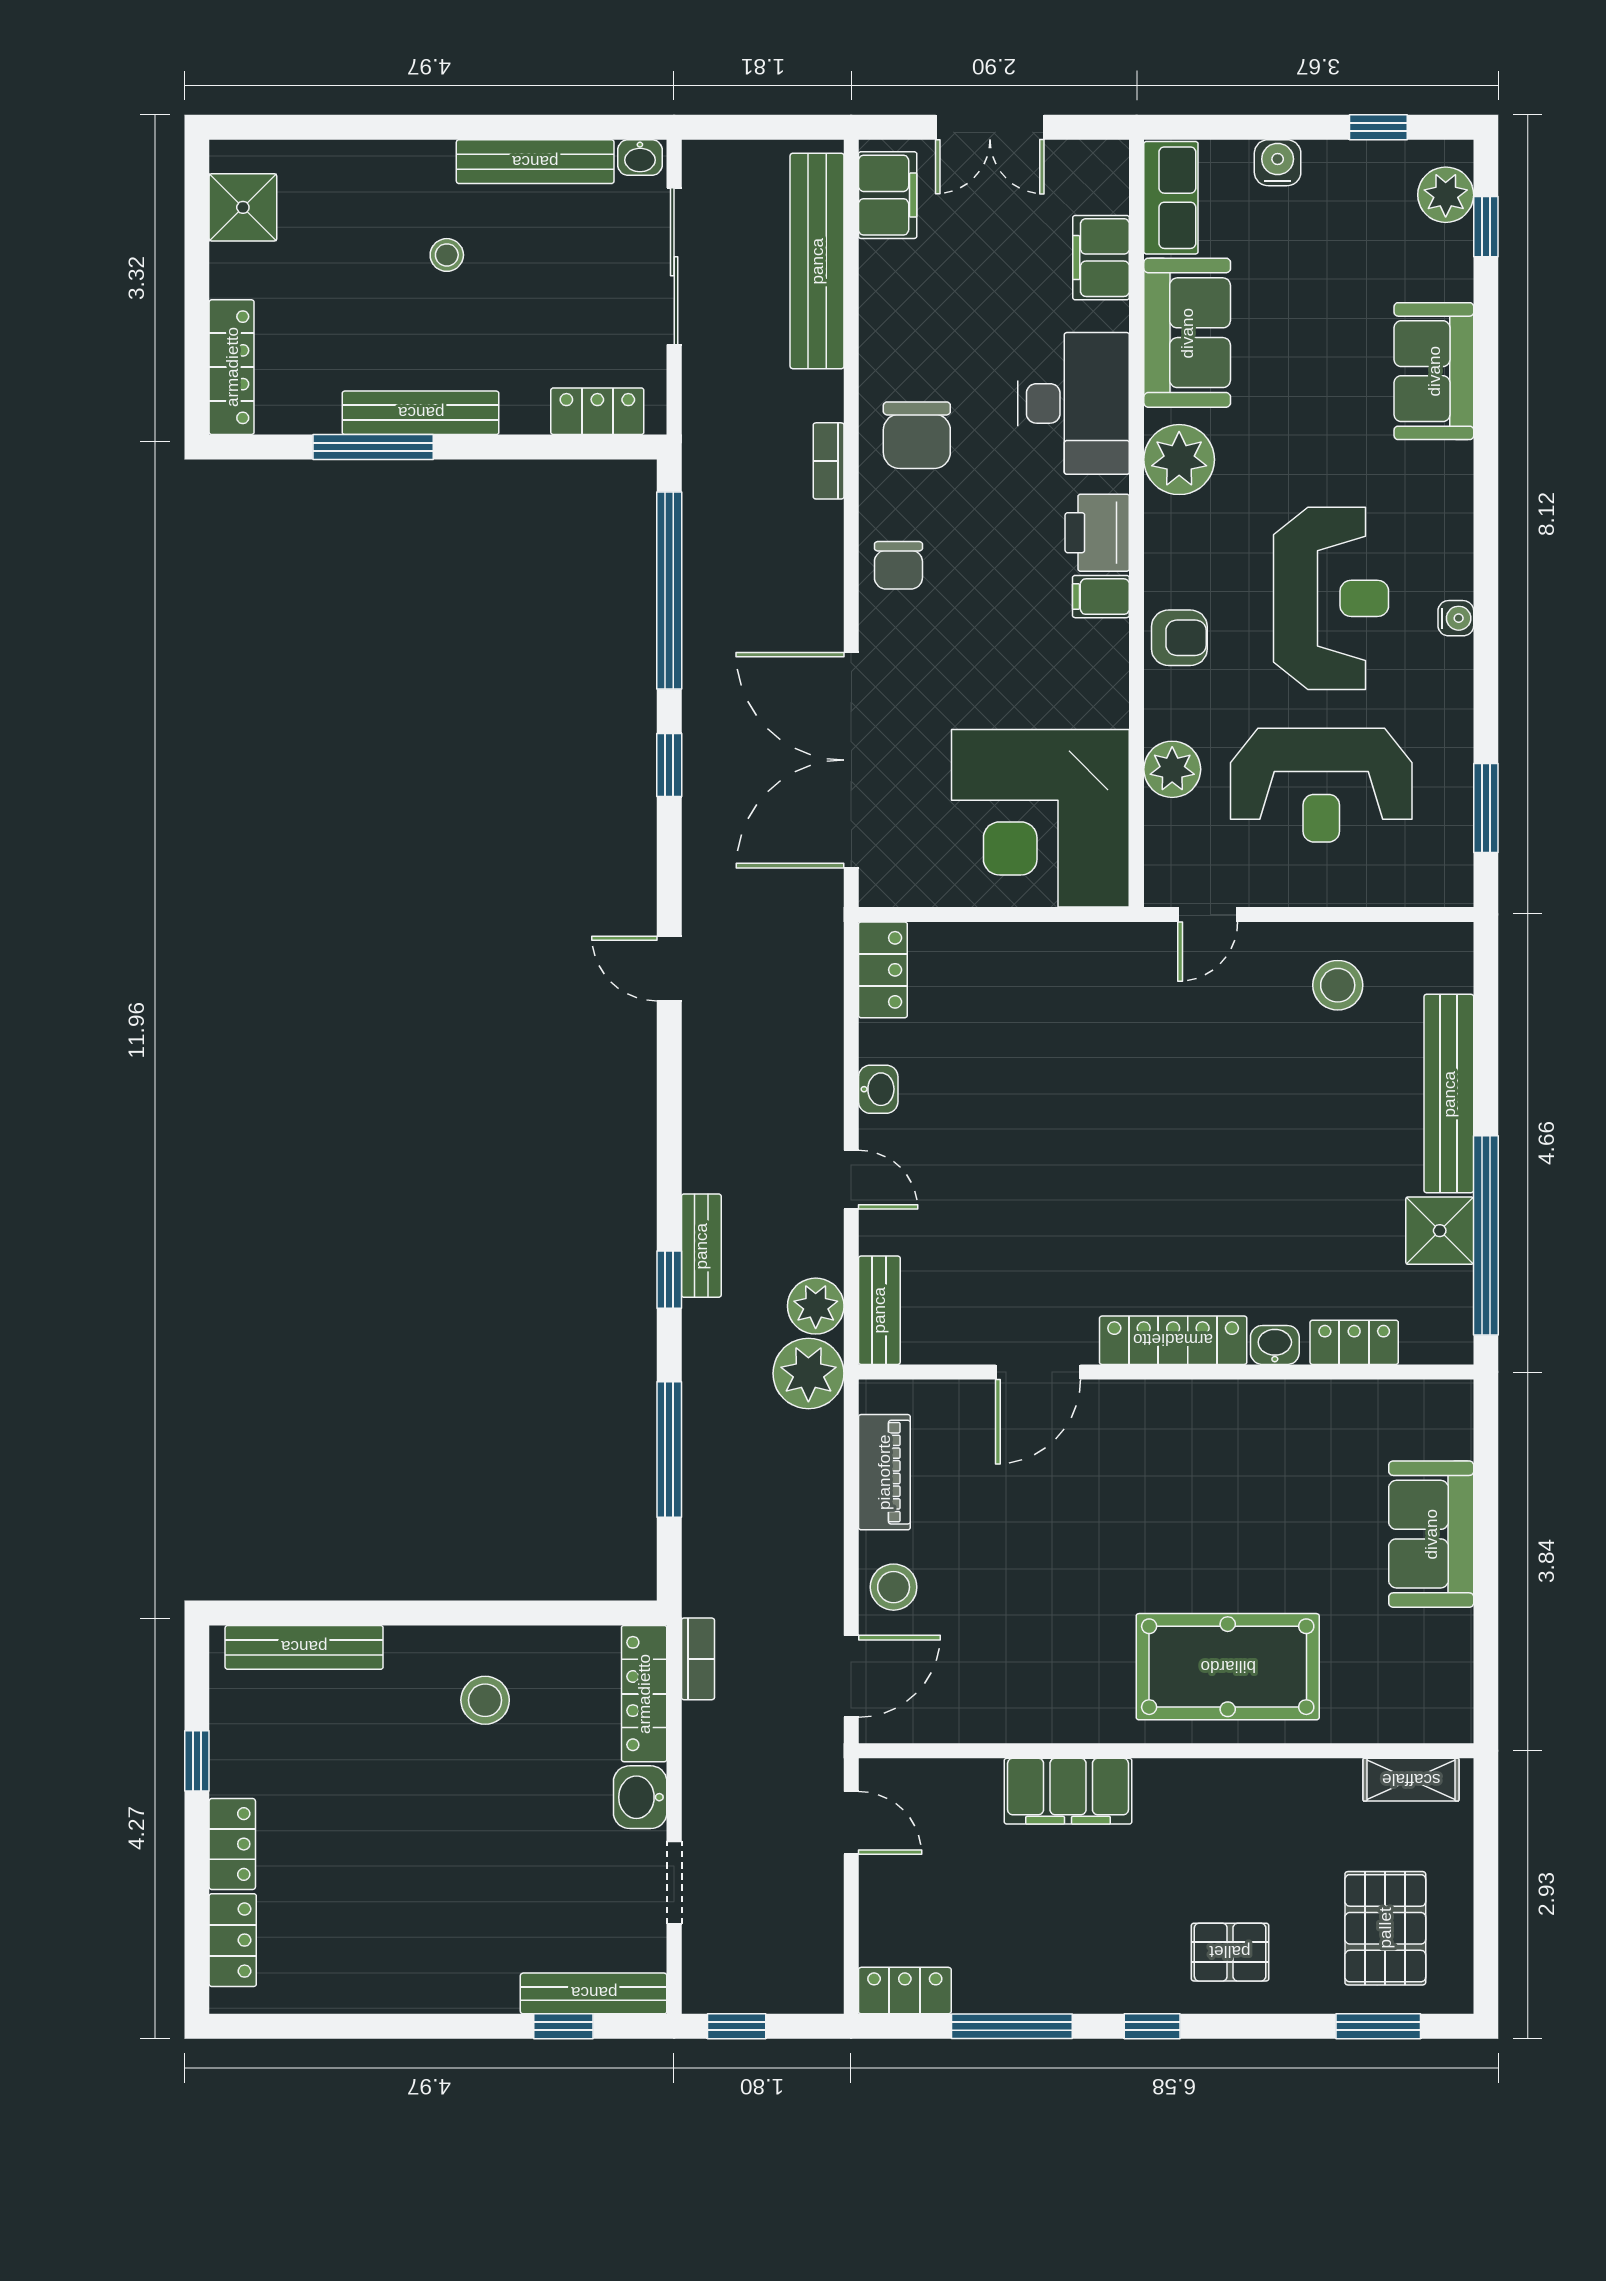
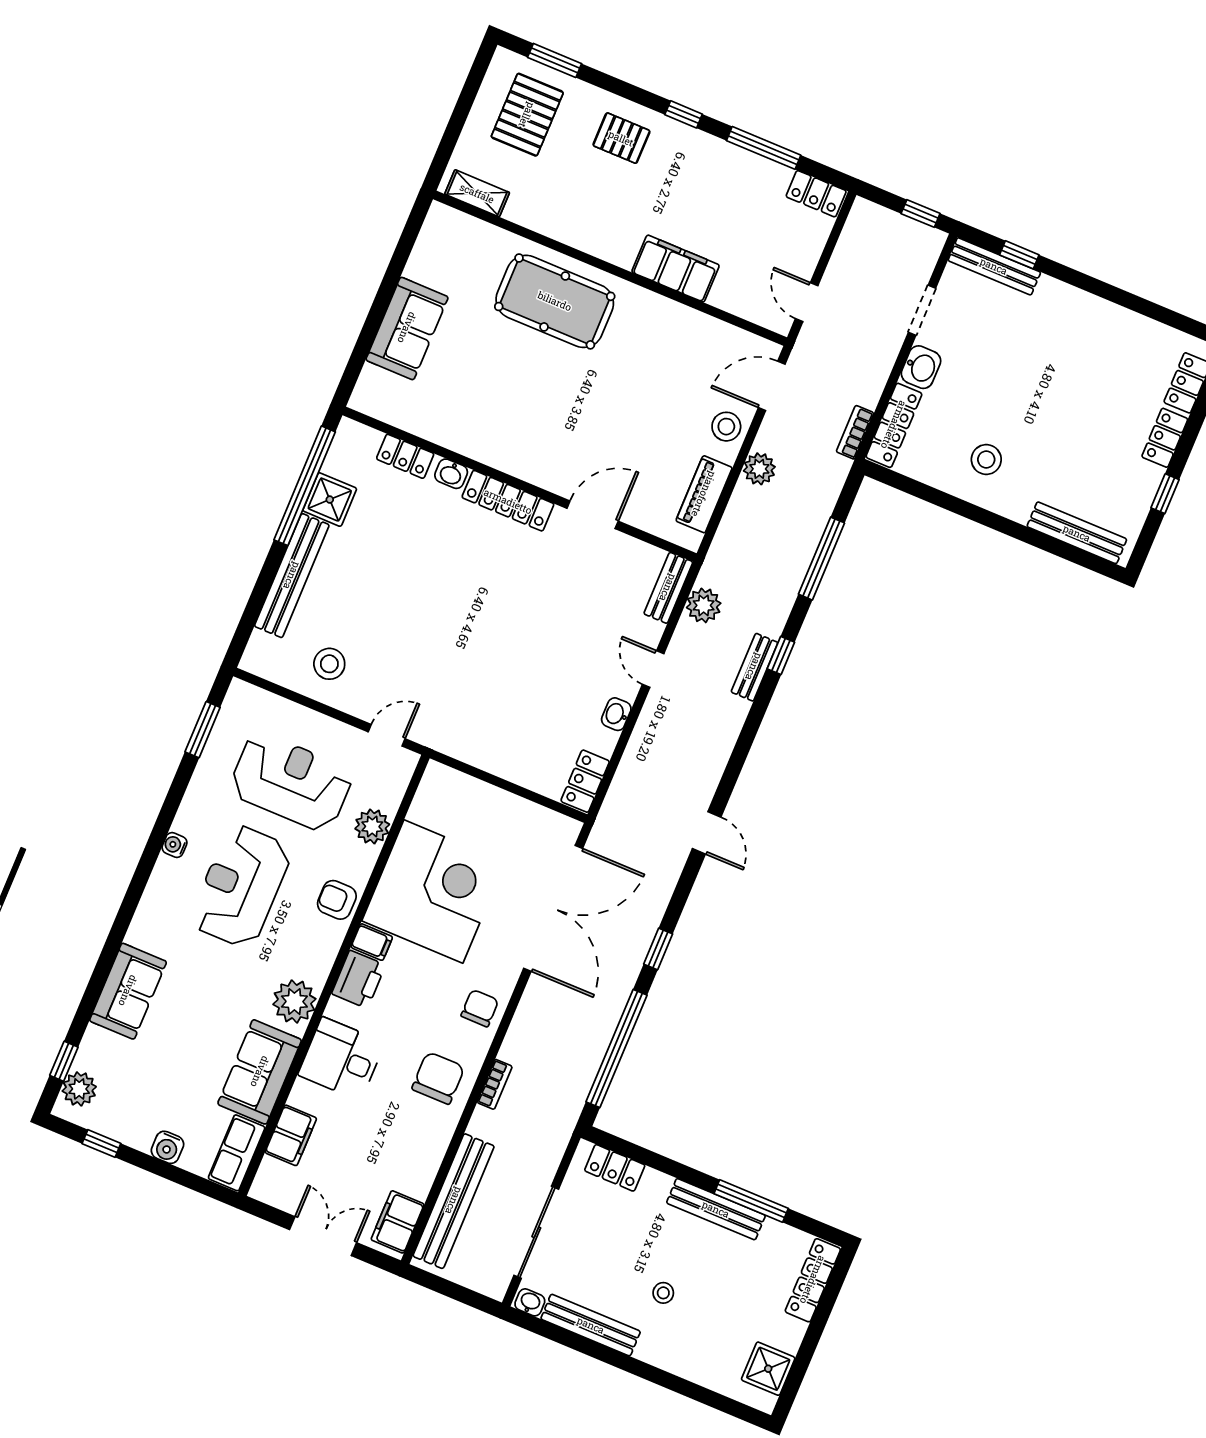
desk: (1073, 403) -> (341, 1059), width x0.73
corner desk: (1040, 818) -> (433, 891), moved
plant: (808, 1373) -> (759, 469), moved, width x0.73, depth x0.73

